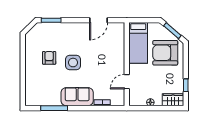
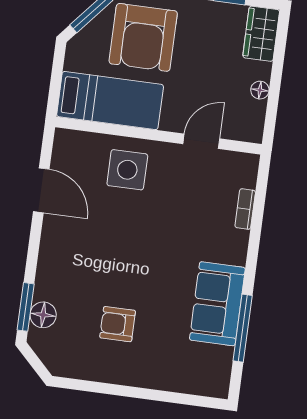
floor lamp: (49, 28) -> (43, 315), added
side table: (73, 63) -> (127, 170), moved
door: (127, 82) -> (201, 141), swing flipped
sofa: (77, 97) -> (217, 304), moved

